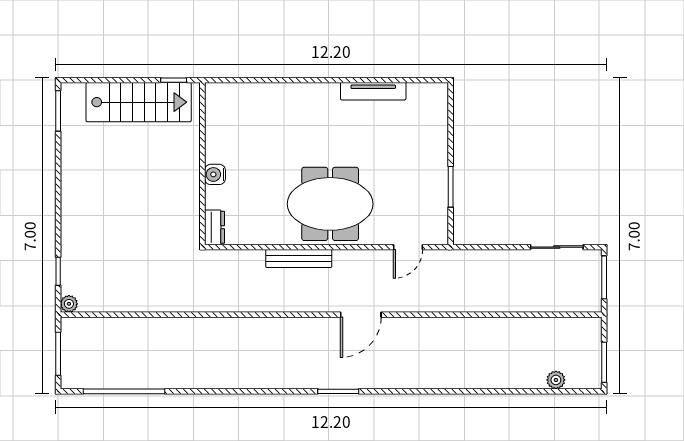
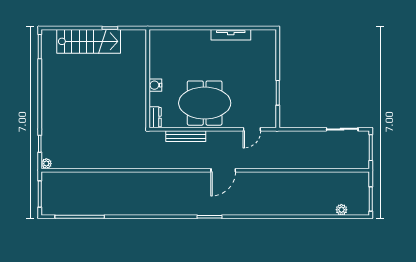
wall: (202, 164) -> (148, 79), moved
water cooler: (215, 174) -> (155, 85), moved
dresser: (215, 227) -> (155, 117), moved

